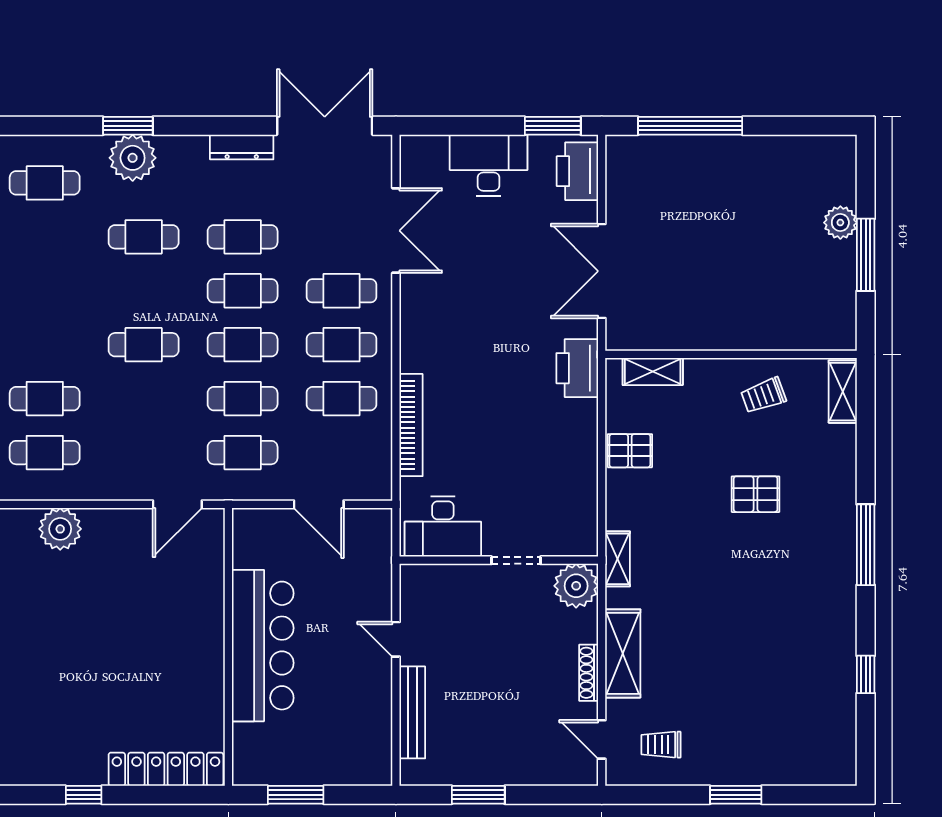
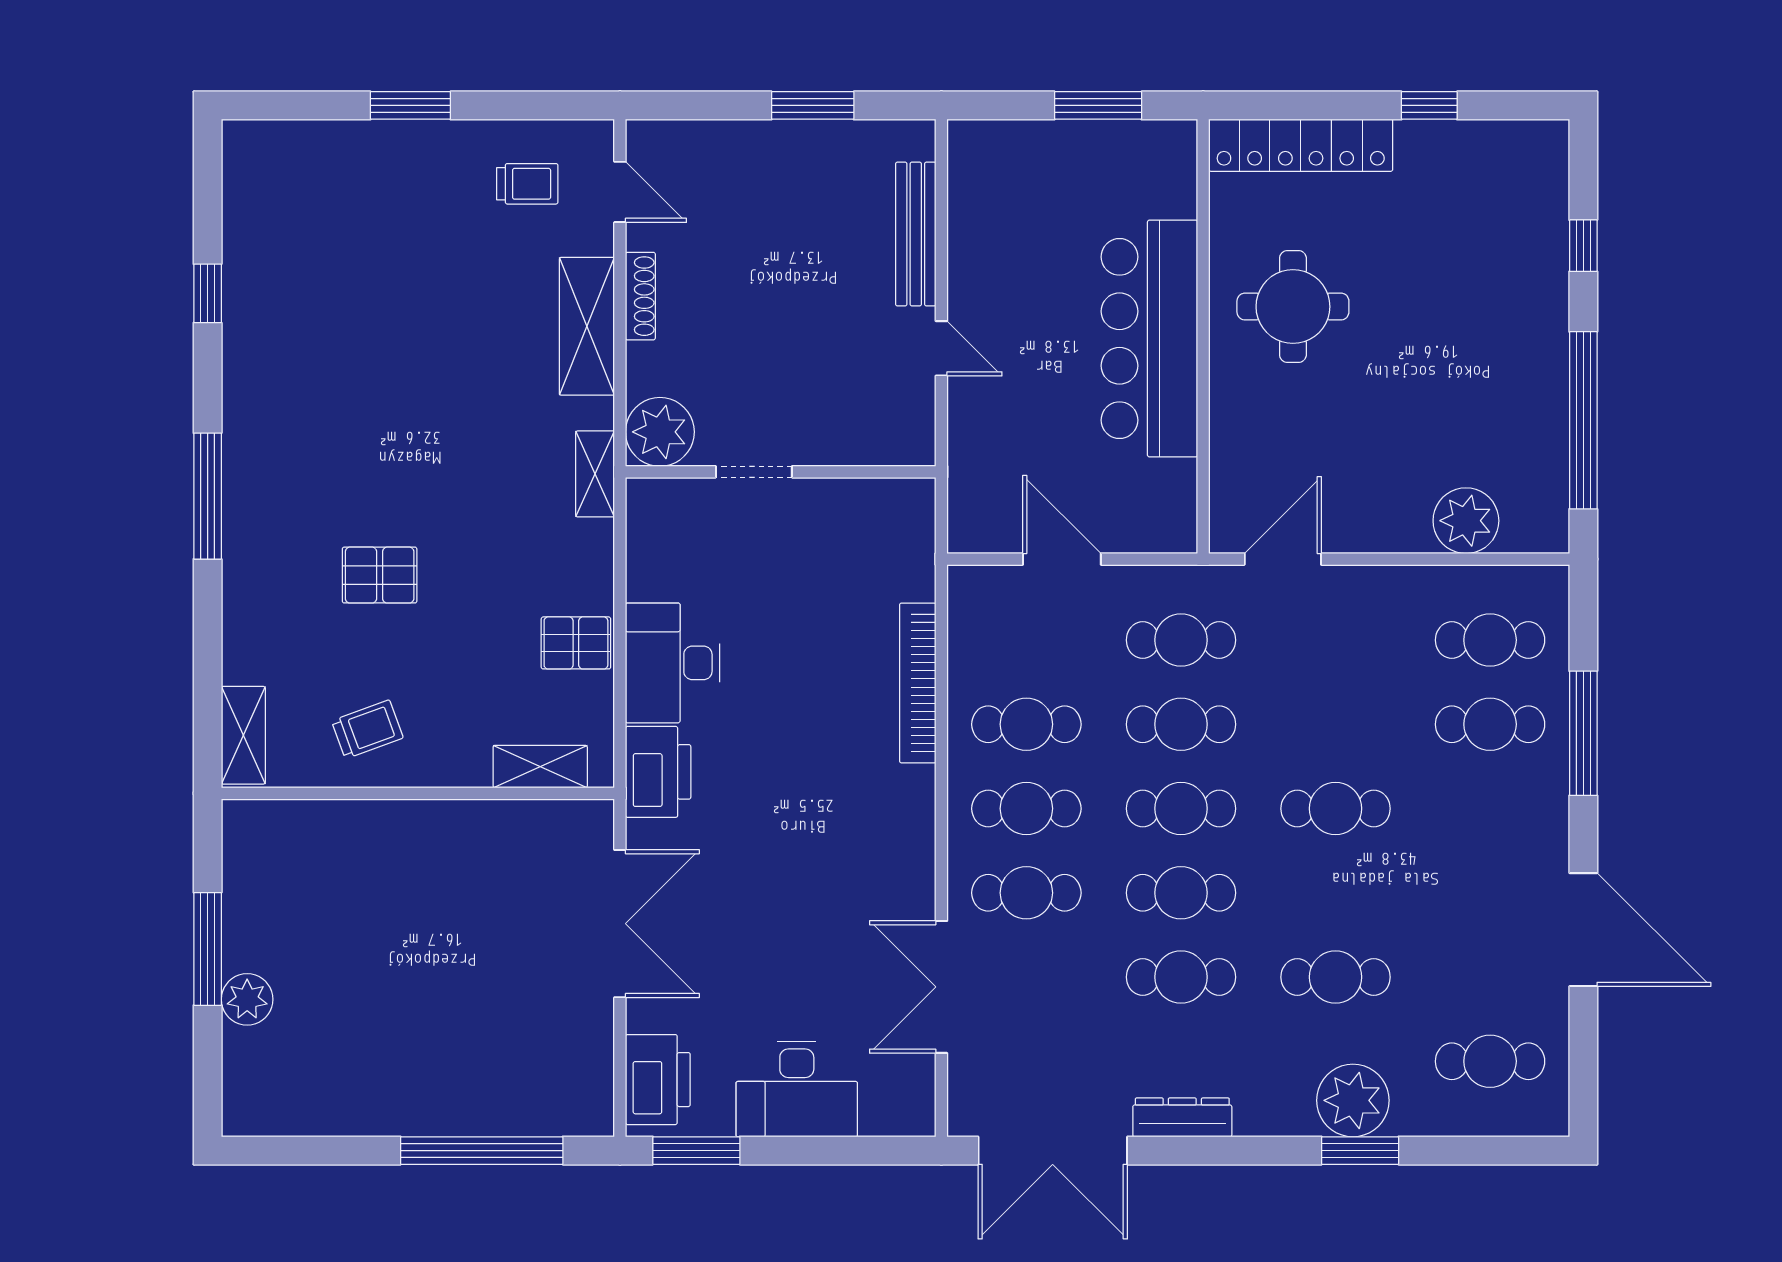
desk: (443, 527) -> (673, 663), moved, turned -90
round table: (171, 666) -> (1293, 307), added

